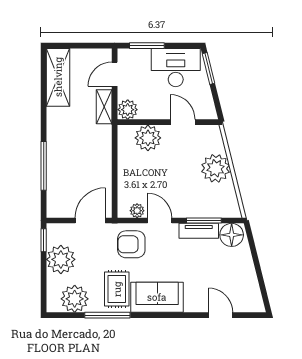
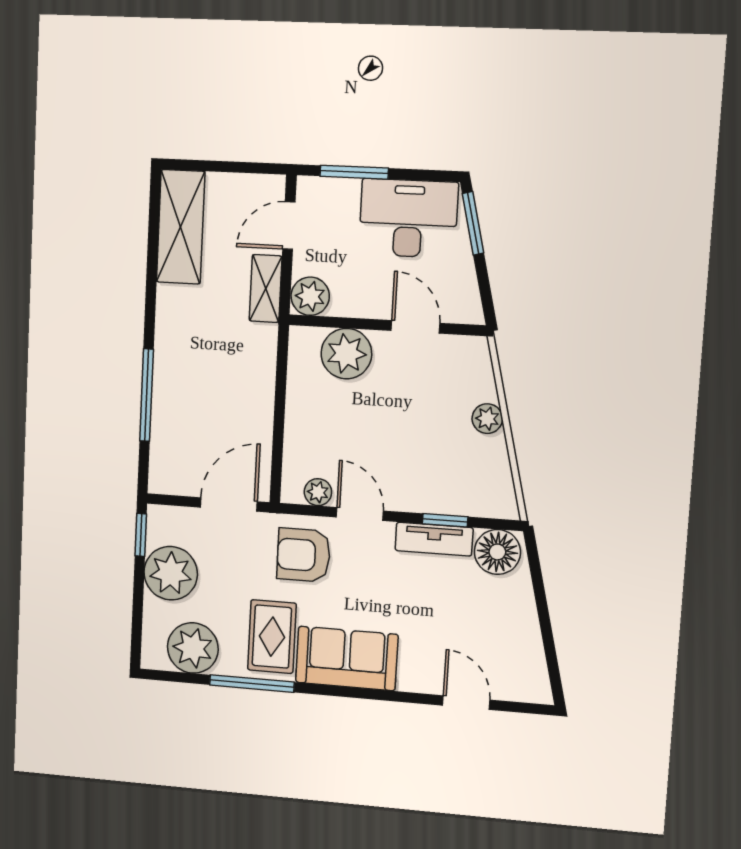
plant: (216, 168) -> (487, 419), width x0.53, depth x0.53
window: (204, 220) -> (445, 520), width x0.67

